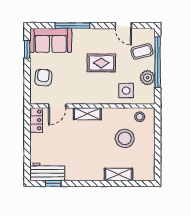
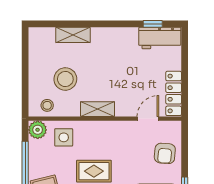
plant: (147, 78) -> (38, 130), moved
shelving: (87, 114) -> (98, 109), moved
locker: (36, 120) -> (174, 93), width x1.53

